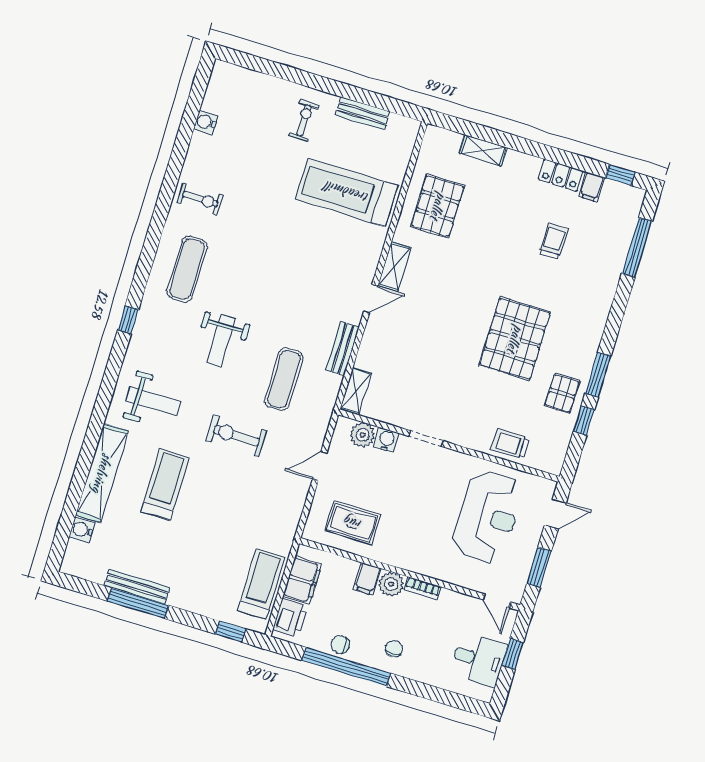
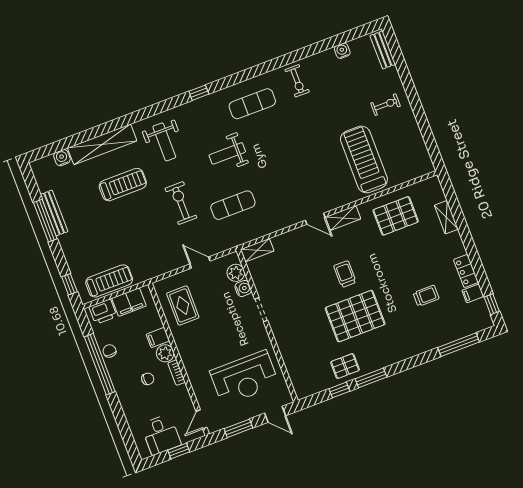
bench: (363, 113) -> (383, 50), moved
bench: (343, 349) -> (275, 225), removed
trolley: (510, 444) -> (345, 274), moved
chair: (394, 649) -> (148, 379), moved

